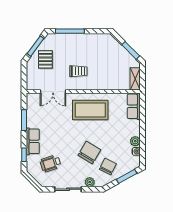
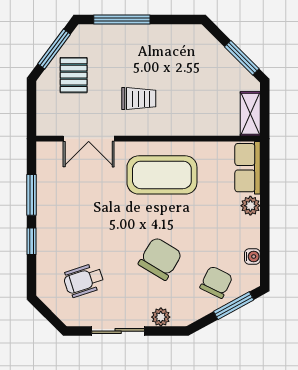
row of seats: (33, 141) -> (49, 237), removed
plant: (135, 141) -> (250, 206), moved
window: (24, 155) -> (31, 241), moved
chair: (108, 166) -> (216, 282), moved

